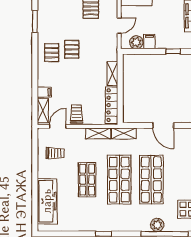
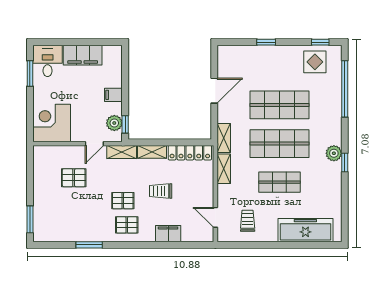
door: (119, 26) -> (94, 144), swing flipped
filing cabinet: (149, 42) -> (113, 95), moved
window: (173, 51) -> (125, 124), moved
filing cabinet: (44, 92) -> (168, 234), width x2.00
shelving: (43, 111) -> (122, 152), moved
trolley: (77, 114) -> (161, 191), moved
plant: (157, 225) -> (334, 153), moved

